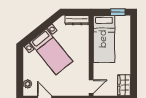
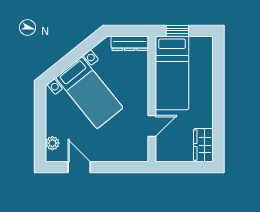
window: (118, 12) -> (177, 31), moved
door: (91, 87) -> (152, 126), moved

